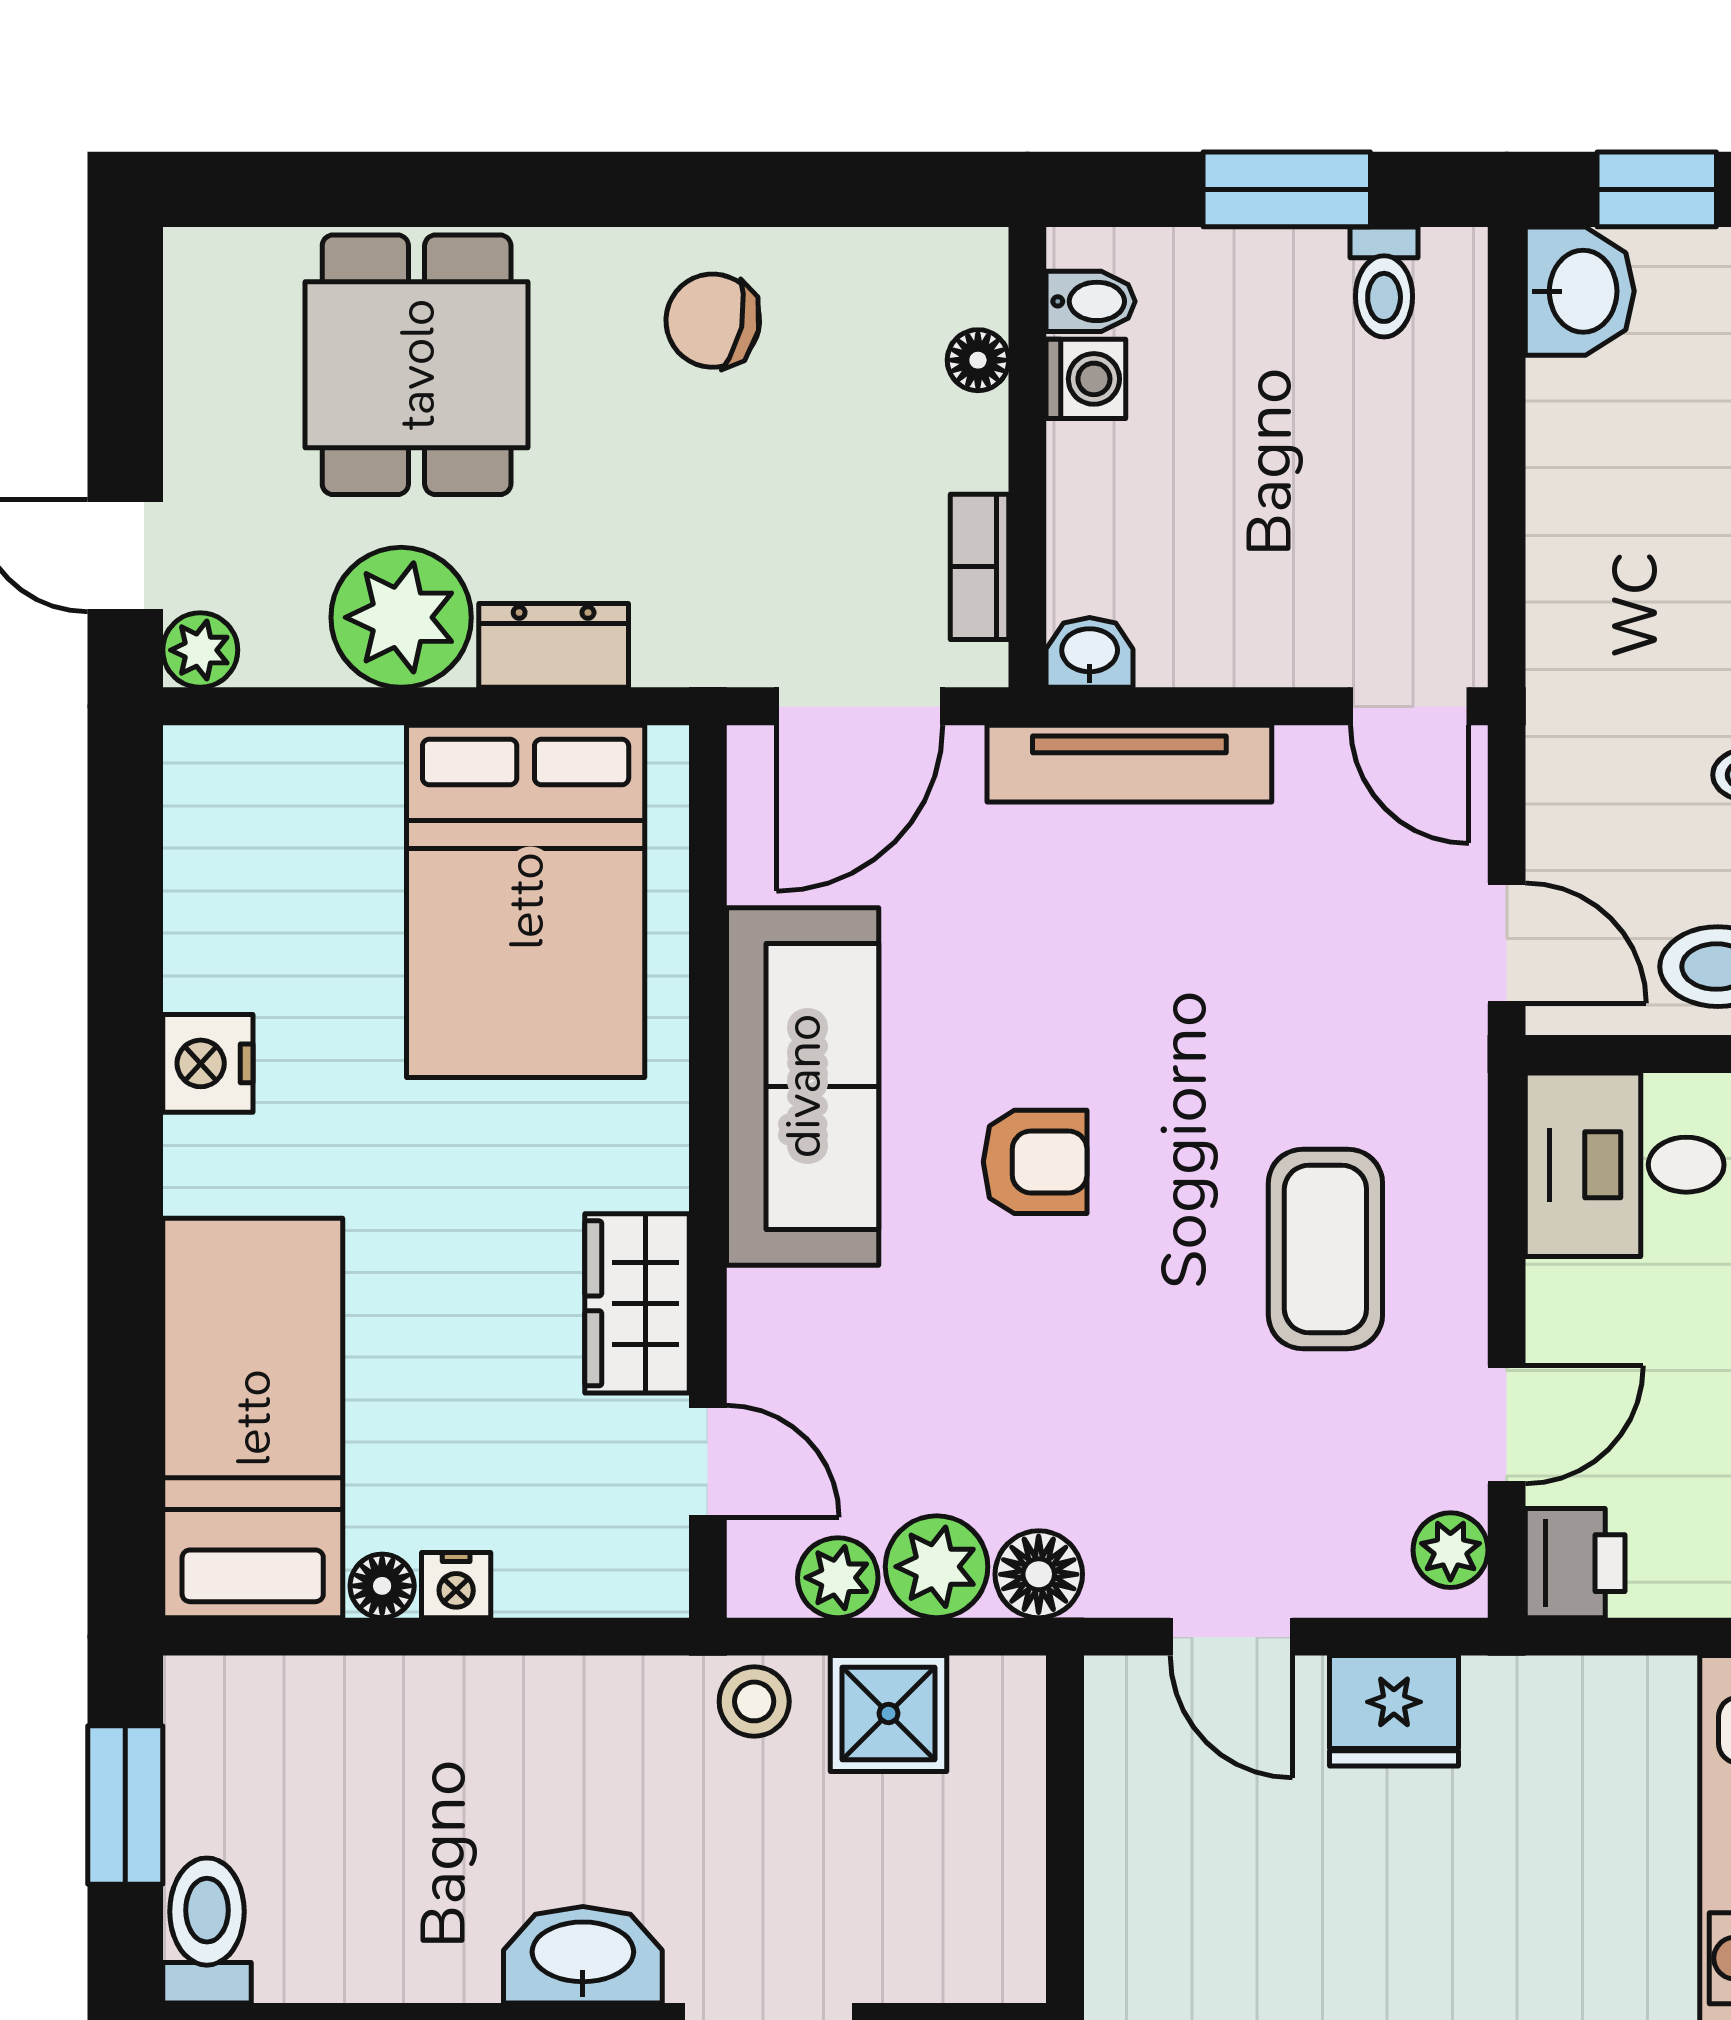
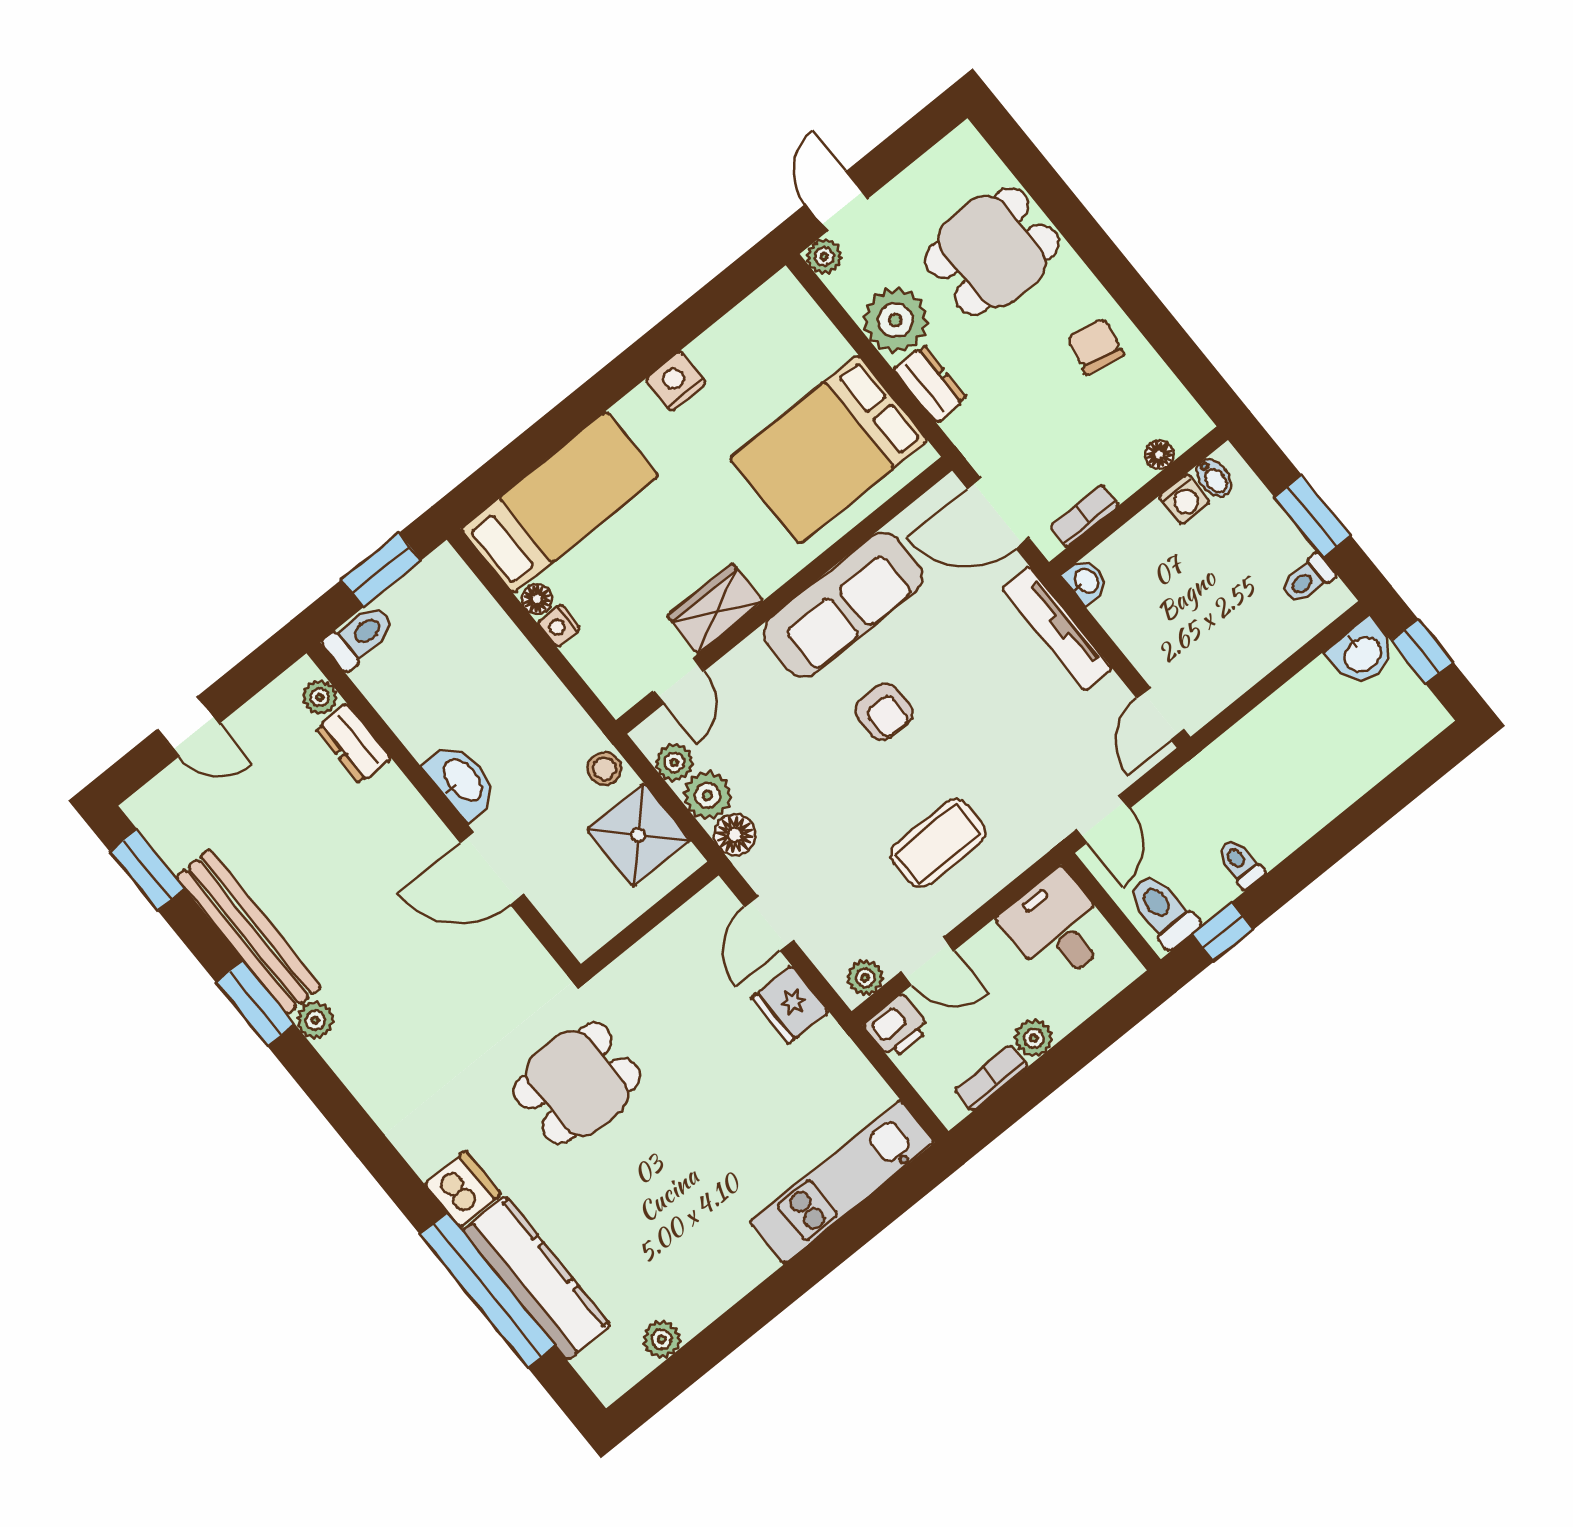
shower: (889, 1713) -> (638, 835), width x1.36, depth x1.36

